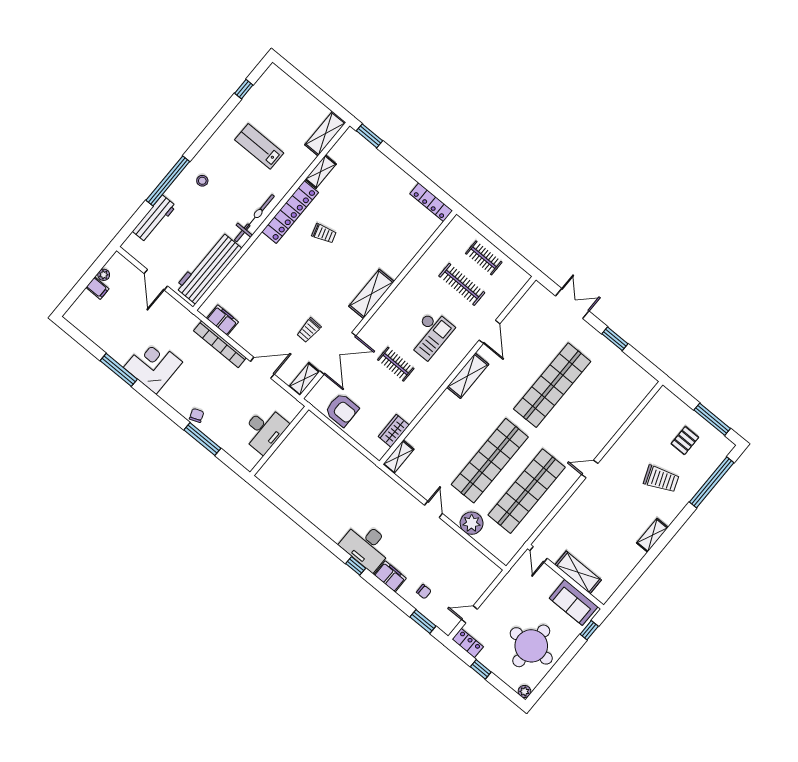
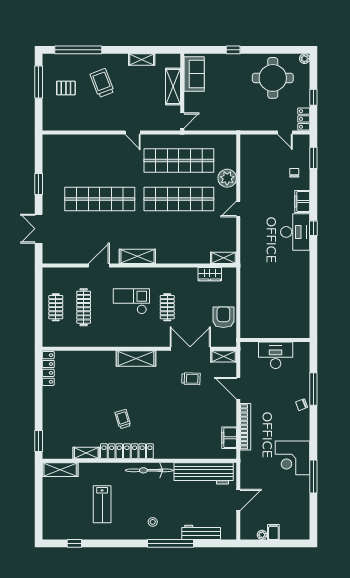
door: (539, 554) -> (182, 120), moved
shelving: (578, 572) -> (173, 87), moved
wall: (566, 577) -> (182, 92), moved
sofa: (574, 602) -> (194, 74), moved

